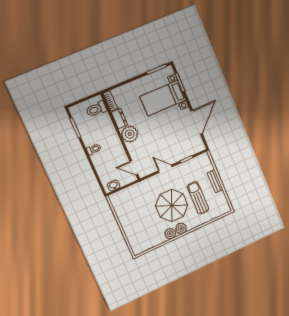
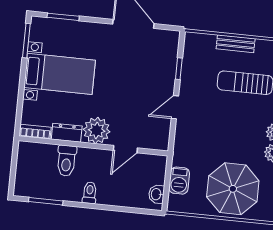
bed with nightstands: (163, 98) -> (60, 74), moved, turned -90
toilet: (96, 109) -> (66, 161), moved
door: (134, 168) -> (125, 149), moved
barbecue: (128, 193) -> (179, 181), added
parasol: (172, 205) -> (233, 189), moved

